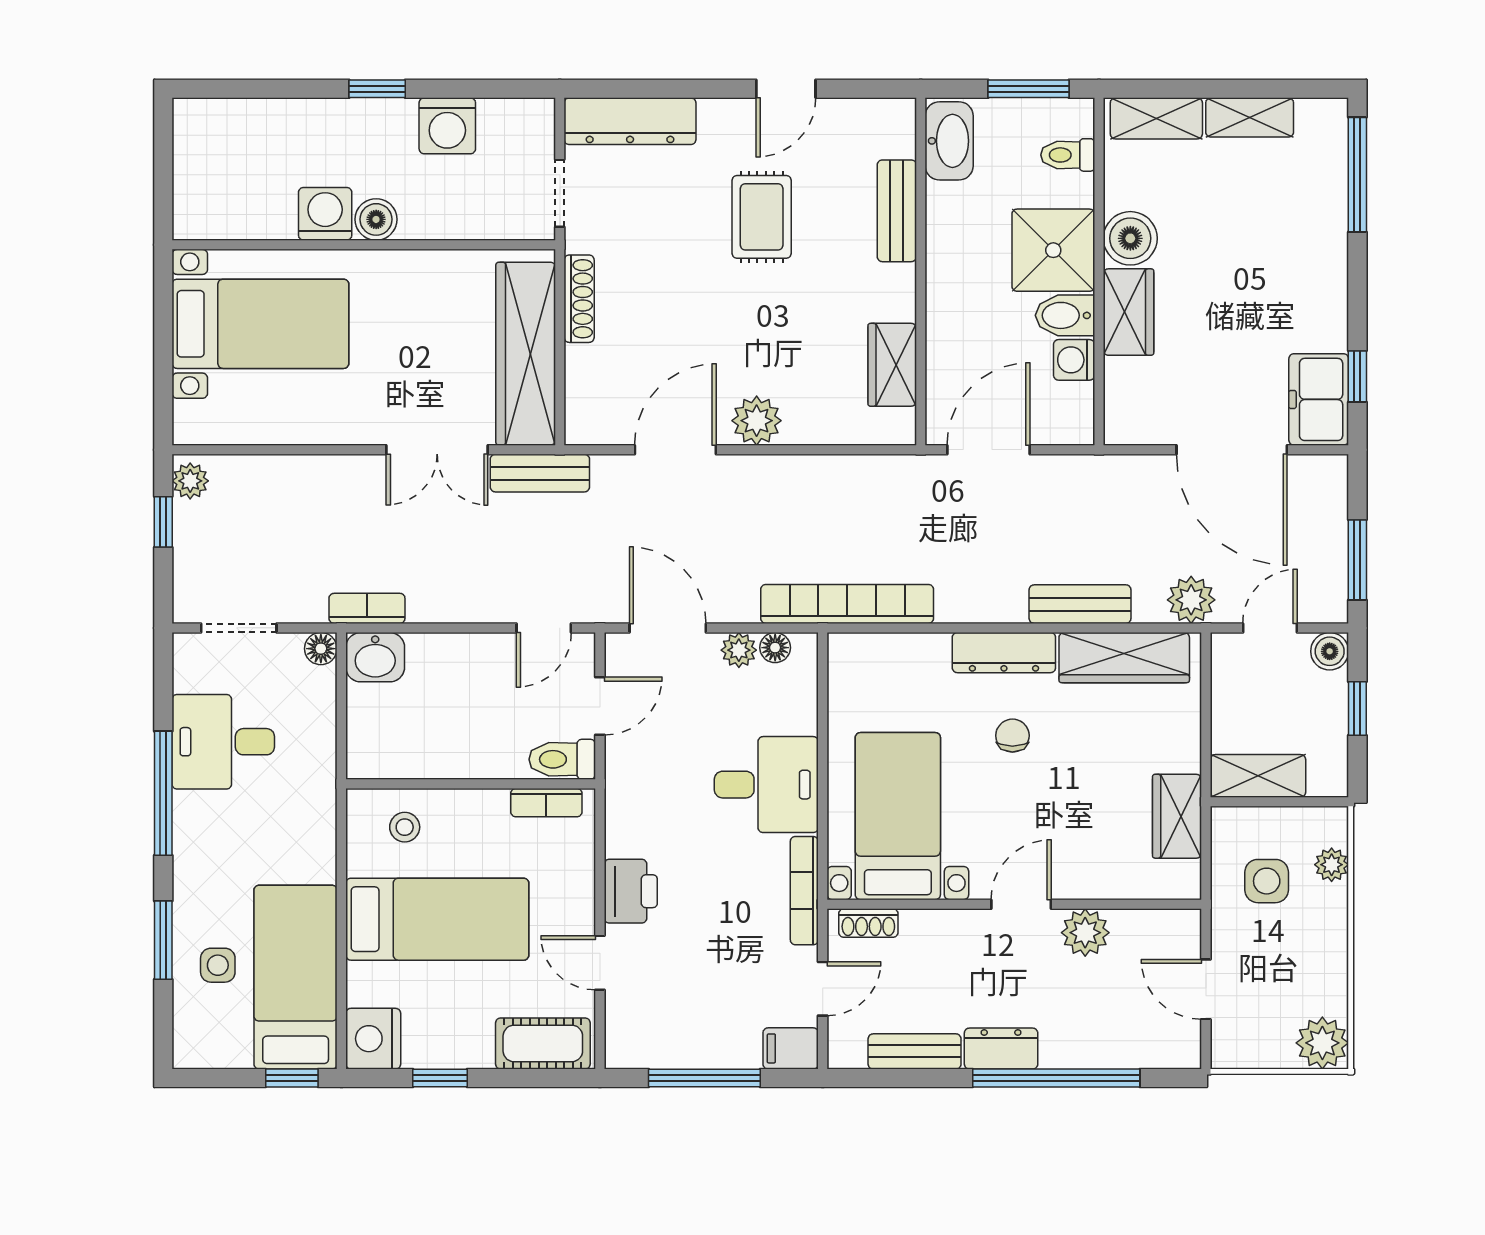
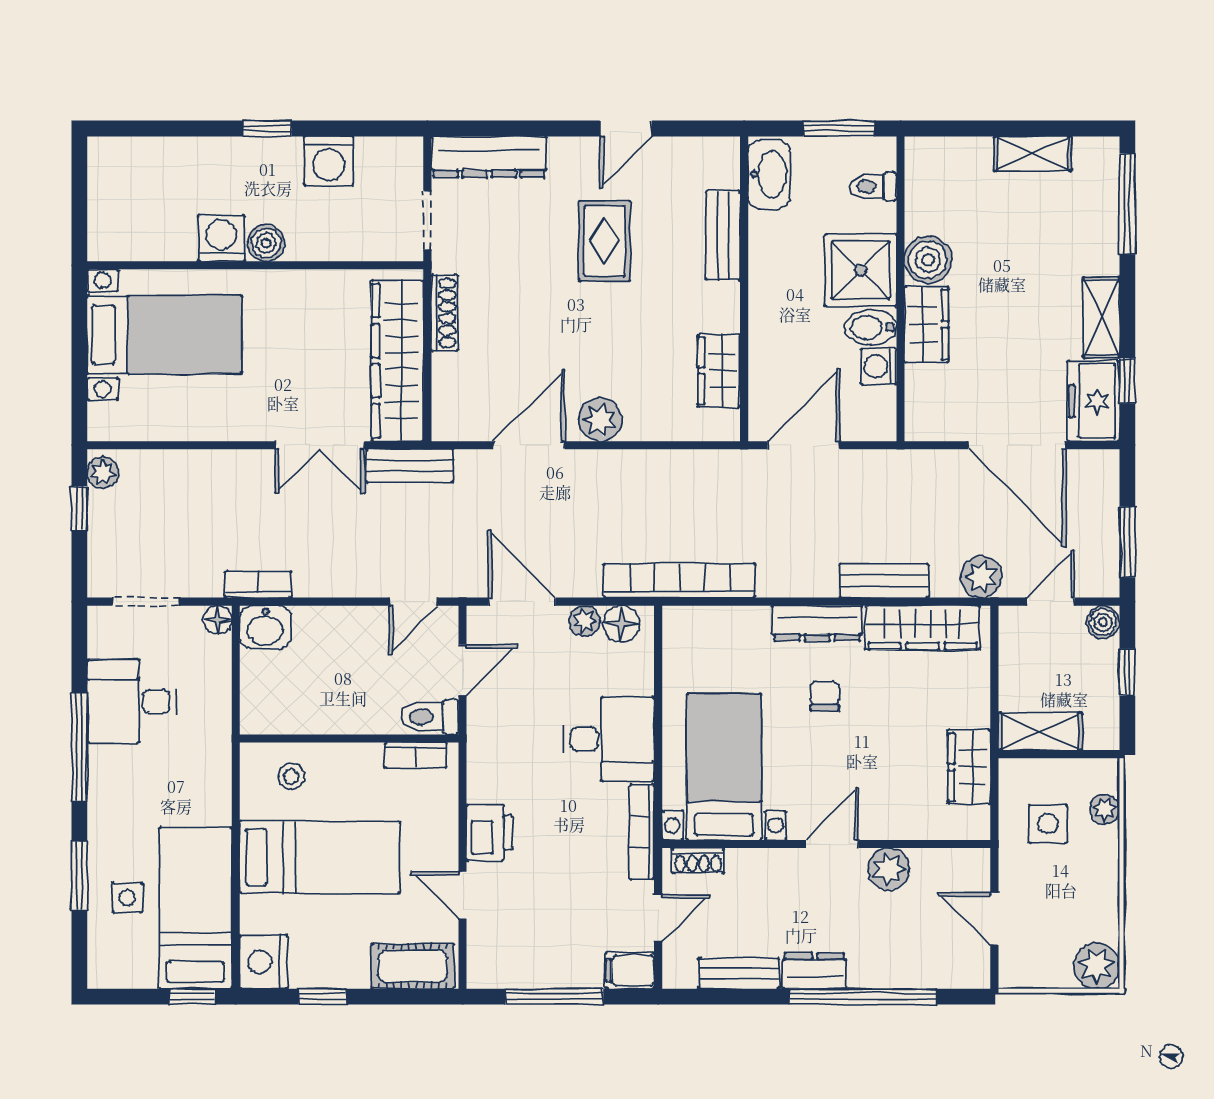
shelving: (1156, 118) -> (1101, 317), moved, turned 90
floor lamp: (775, 648) -> (621, 624), width x1.37, depth x1.37

